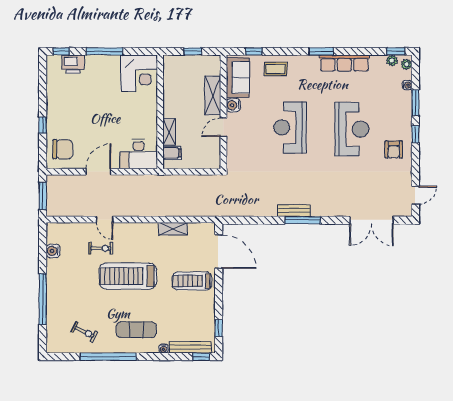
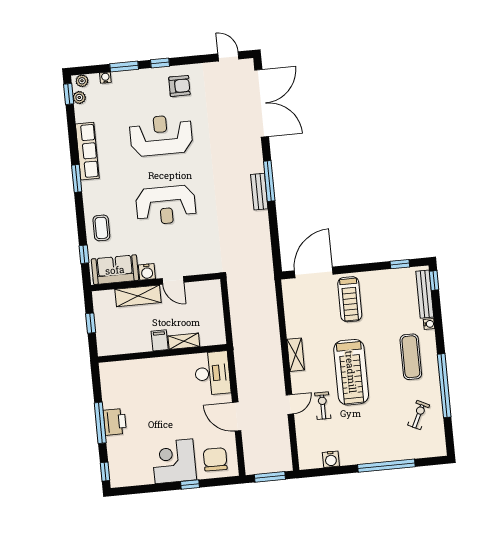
printer: (73, 64) -> (115, 422), moved
corner desk: (139, 73) -> (174, 461), moved, turned -90
filing cabinet: (172, 153) -> (160, 340), moved
double door: (371, 220) -> (262, 103), width x1.36
shelving: (173, 229) -> (296, 355), moved

